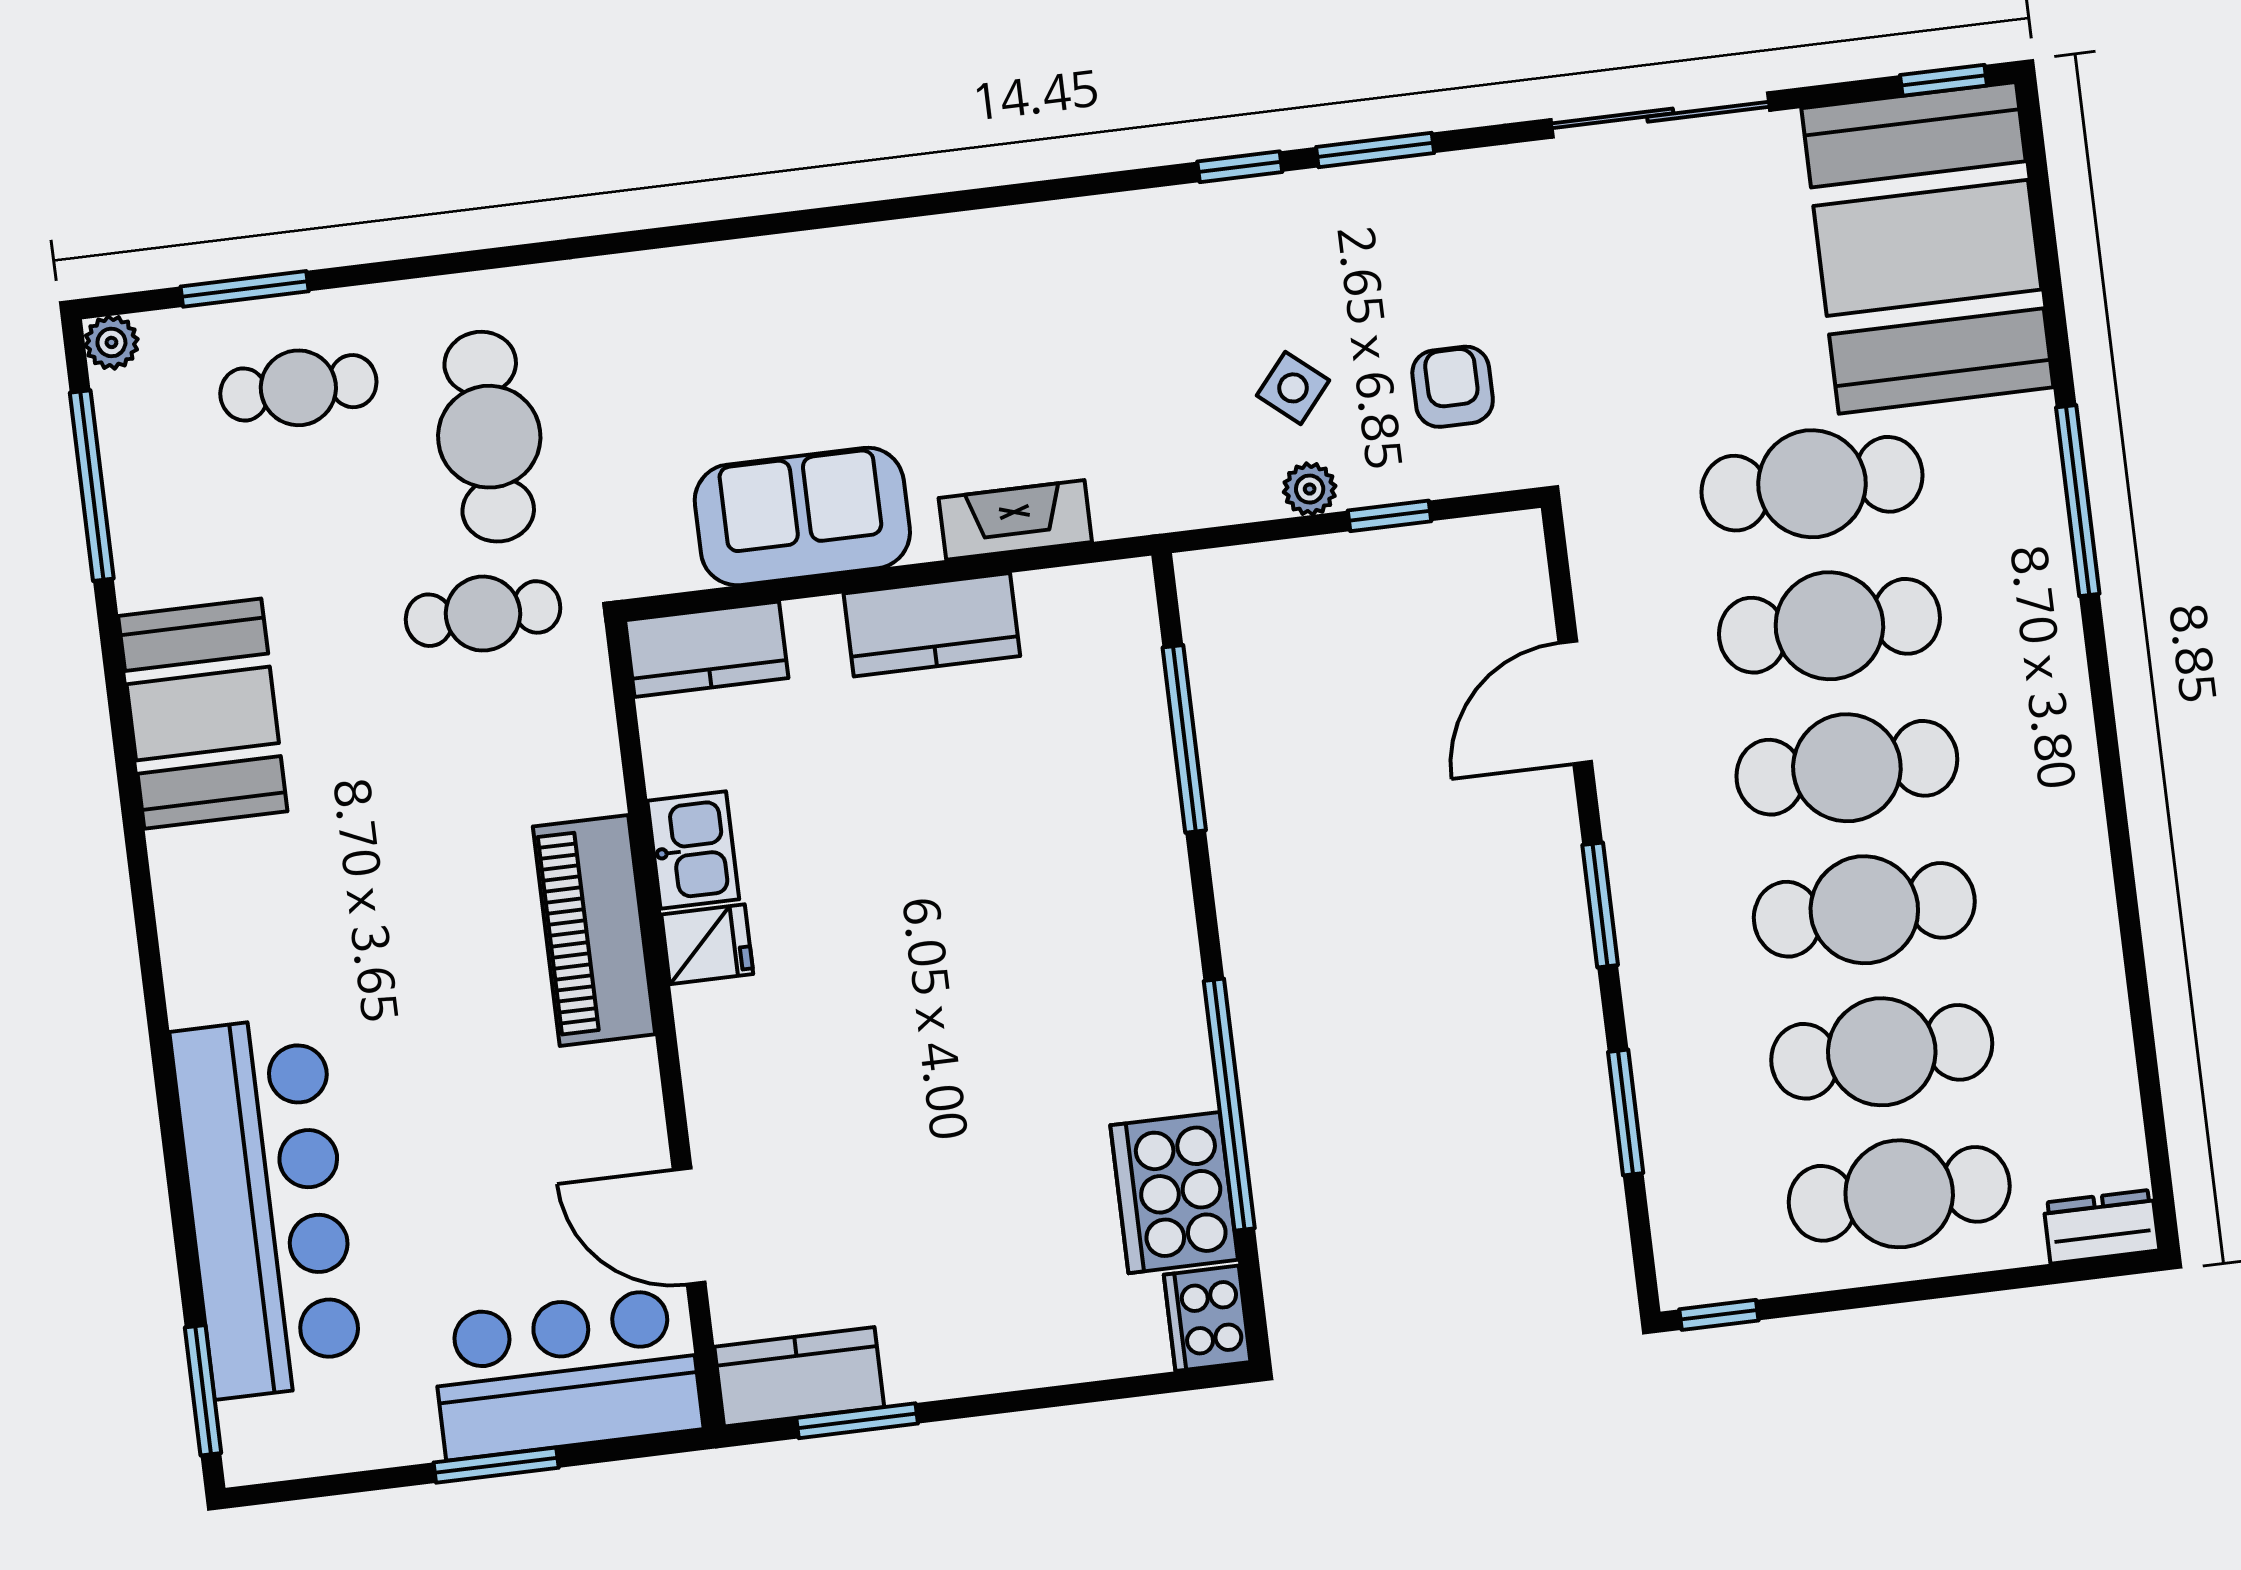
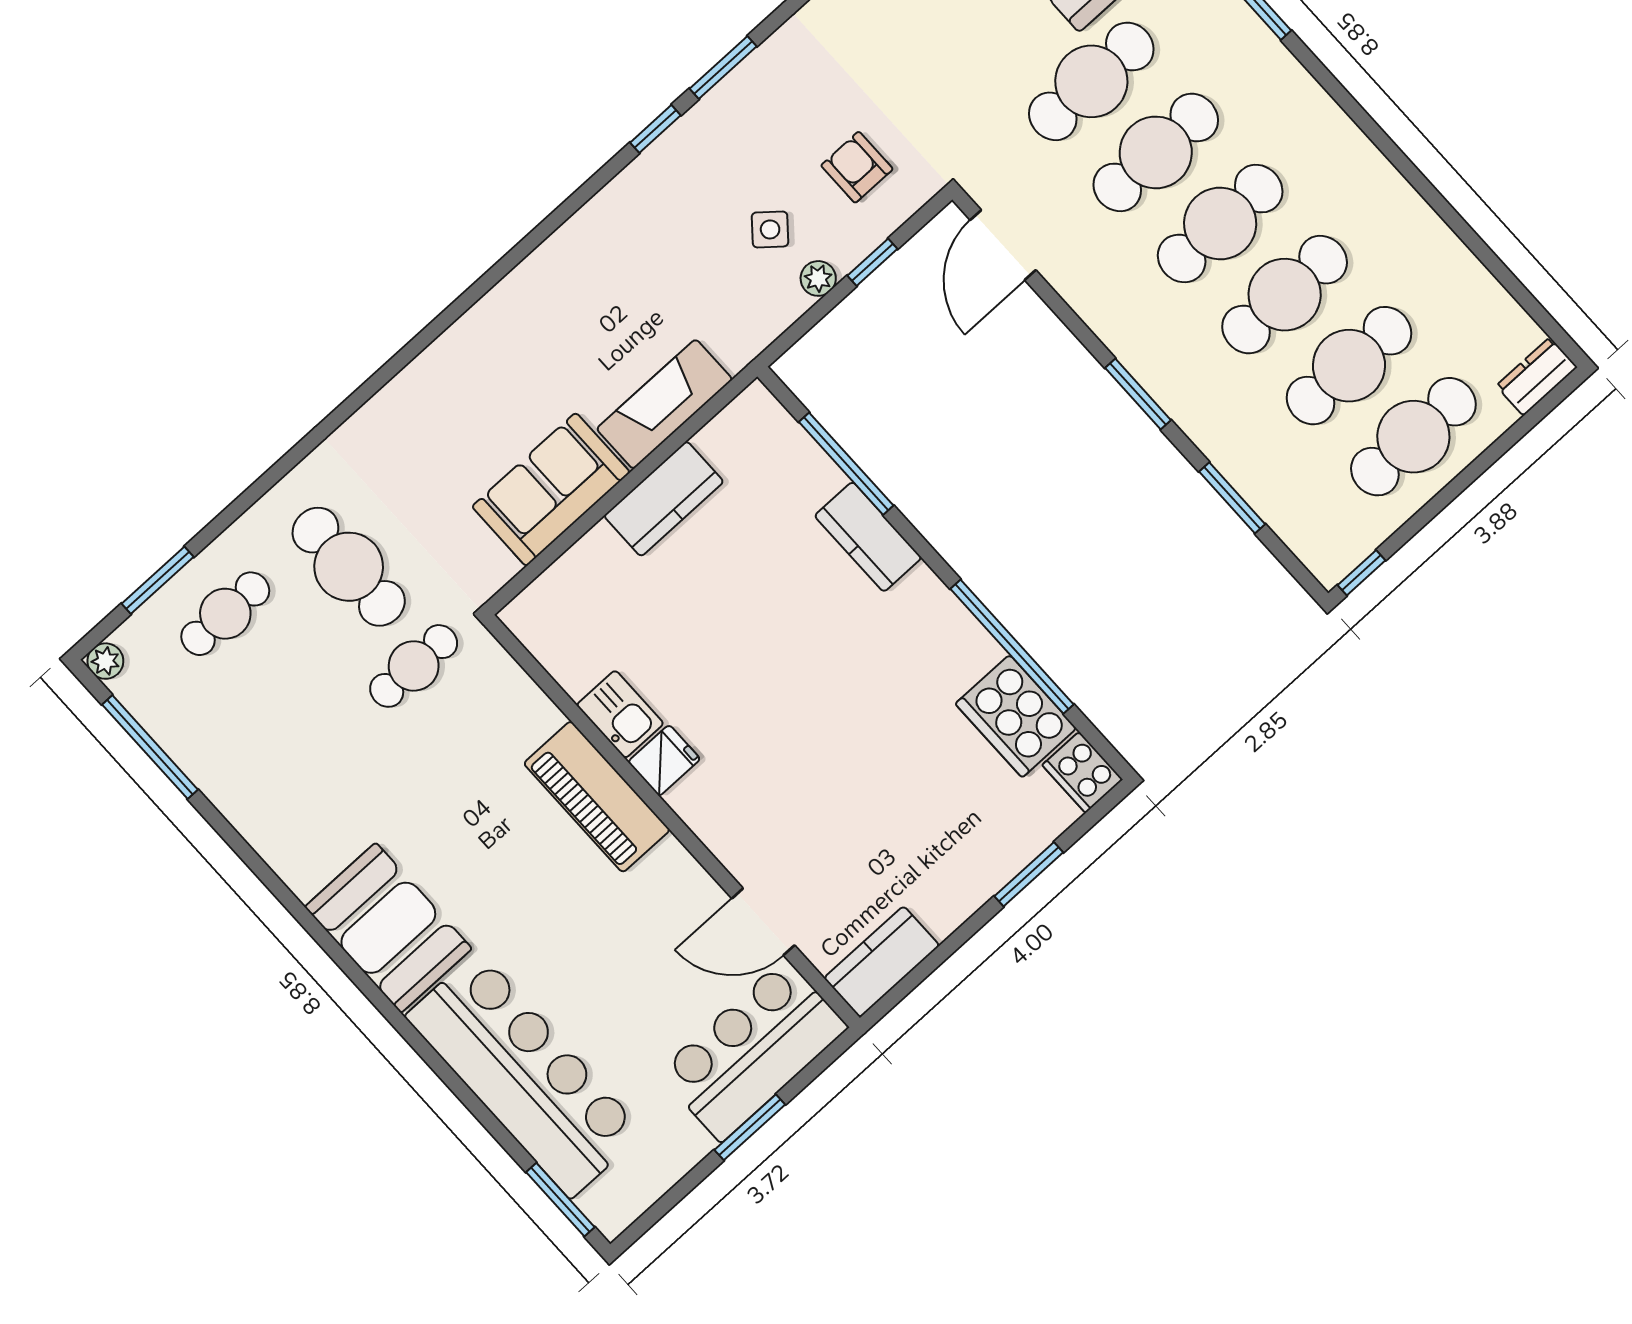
fireplace: (1015, 520) -> (664, 404), width x1.37, depth x1.32
kitchen counter: (707, 649) -> (868, 537), moved, turned 90
door: (1575, 702) -> (1003, 245), moved
booth: (203, 714) -> (388, 928), moved
window: (857, 1421) -> (1029, 874), moved

